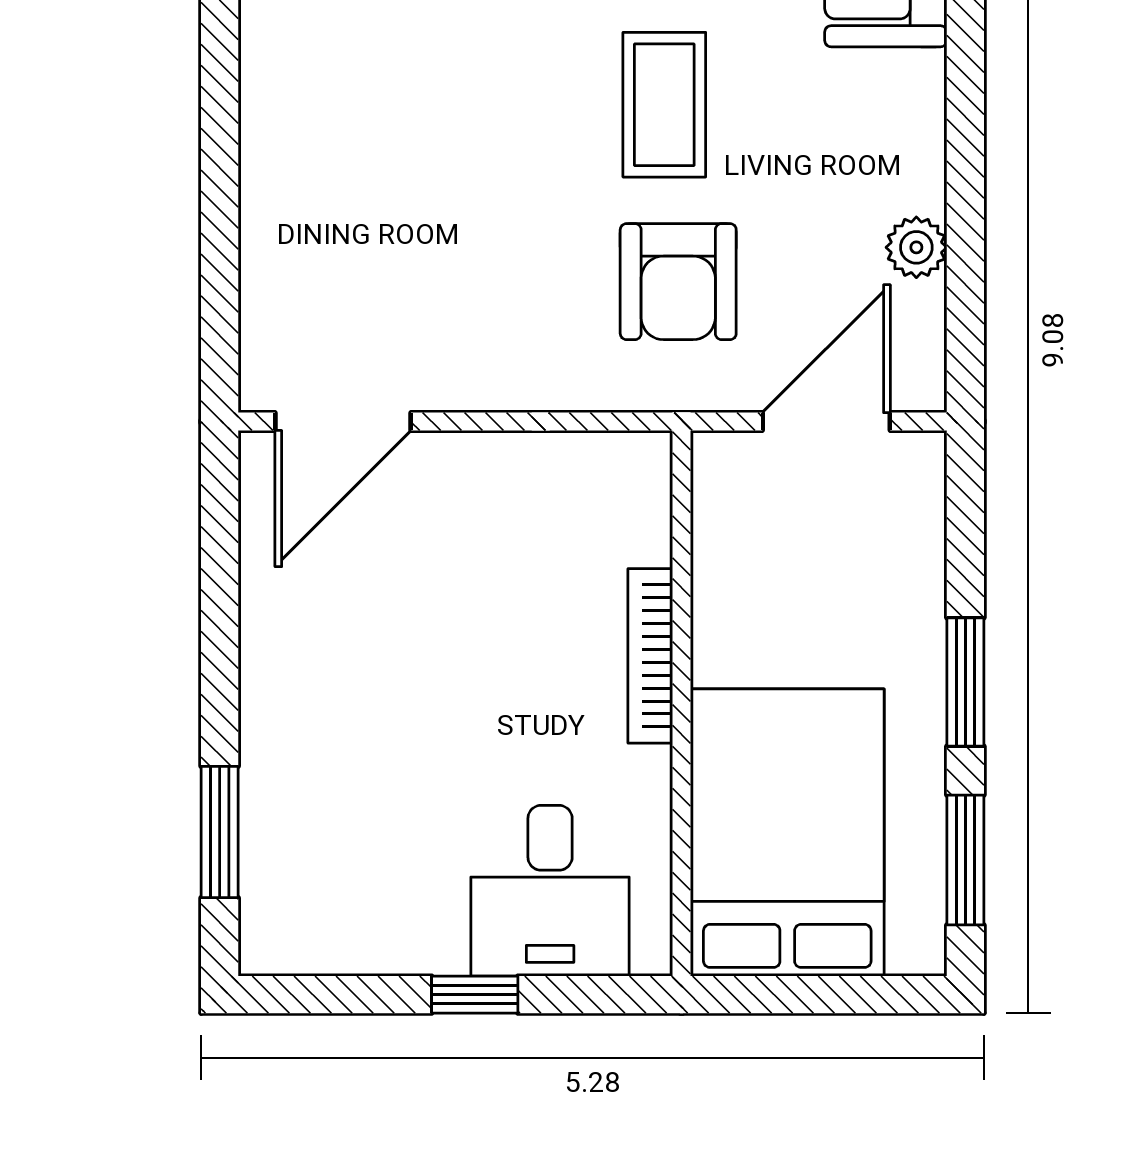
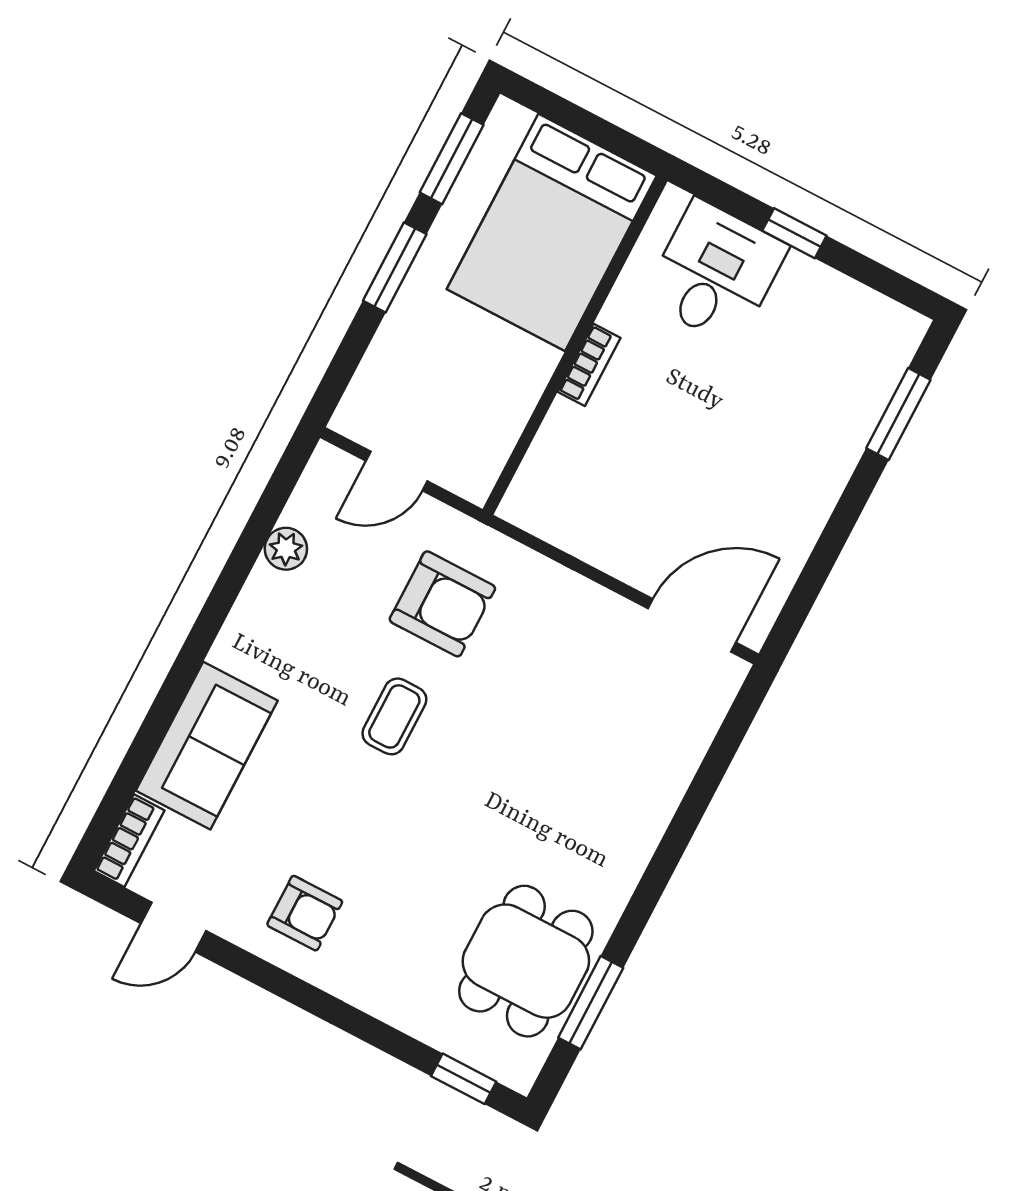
coffee table: (664, 105) -> (394, 716), width x0.73, depth x0.77
armchair: (678, 282) -> (442, 604), turned 90
door: (826, 422) -> (397, 471), width x0.73
bookcase: (650, 656) -> (589, 365), width x0.64

